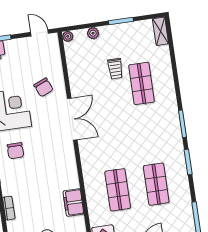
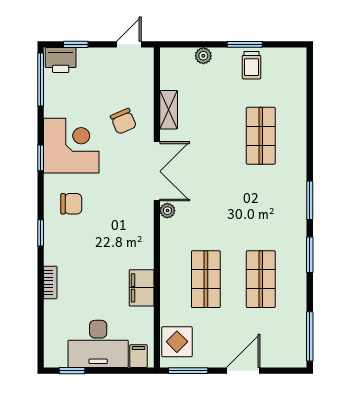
shelving: (161, 31) -> (169, 110), moved
door: (39, 33) -> (129, 44), hinge flipped
plant: (68, 36) -> (167, 211), moved
trolley: (115, 69) -> (251, 65), moved
chair: (15, 151) -> (71, 204), turned -90

